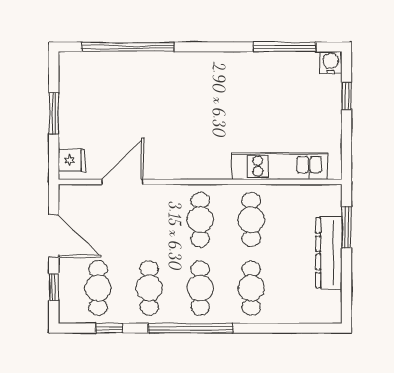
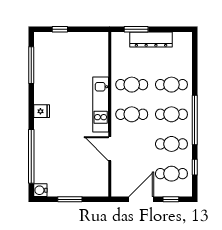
water cooler: (331, 63) -> (40, 190), moved
fridge: (72, 160) -> (42, 111), moved, turned 90
kitchen unit: (280, 166) -> (101, 104), moved
door: (122, 182) -> (110, 149), moved

